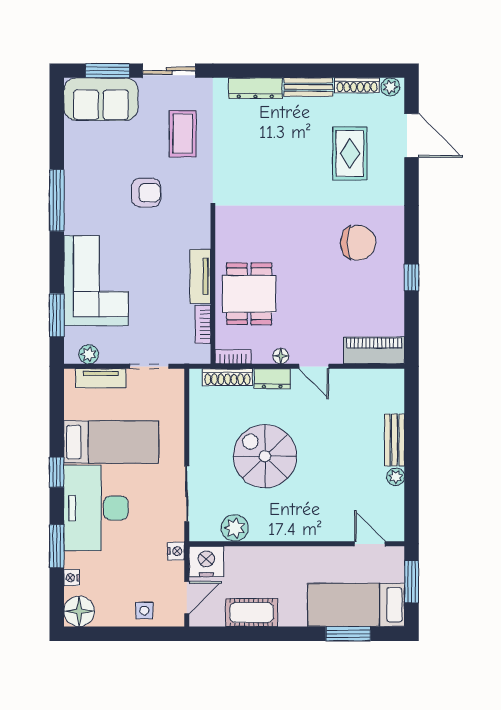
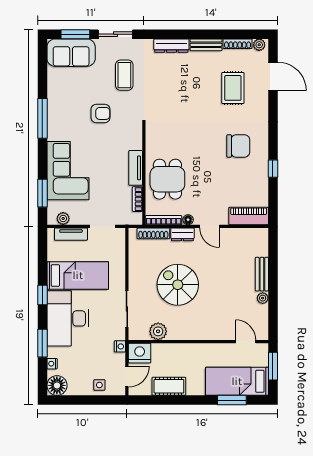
bookcase: (233, 357) -> (164, 220), width x1.56

